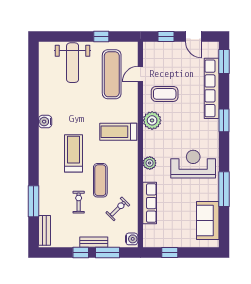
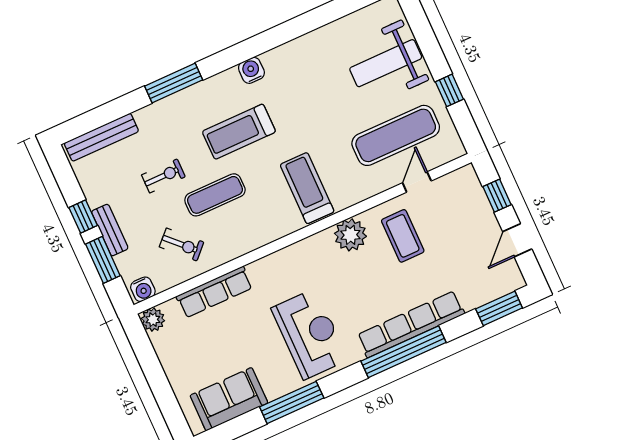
door: (140, 74) -> (417, 182), hinge flipped
row of seats: (212, 88) -> (411, 324), moved
window: (224, 120) -> (403, 352), width x2.11
water cooler: (45, 122) -> (251, 70), moved
treadmill: (73, 153) -> (239, 132), turned 180
plant: (150, 163) -> (153, 320), moved
window: (34, 201) -> (174, 83), moved
bench: (44, 230) -> (101, 137), width x1.36
window: (170, 253) -> (149, 361), removed

